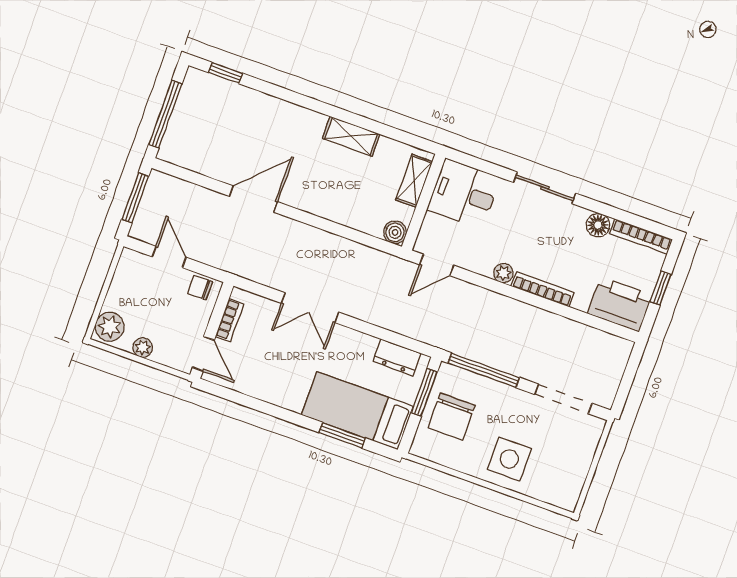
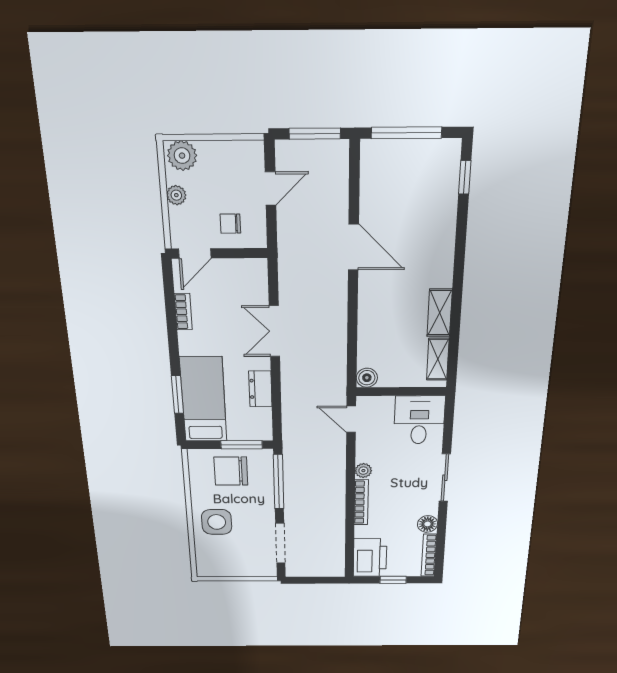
shelving: (414, 181) -> (438, 359), moved, turned 90
chair: (200, 288) -> (230, 224), moved, turned -90
bookcase: (230, 320) -> (183, 312), moved, turned -90
dresser: (397, 357) -> (260, 389), moved

